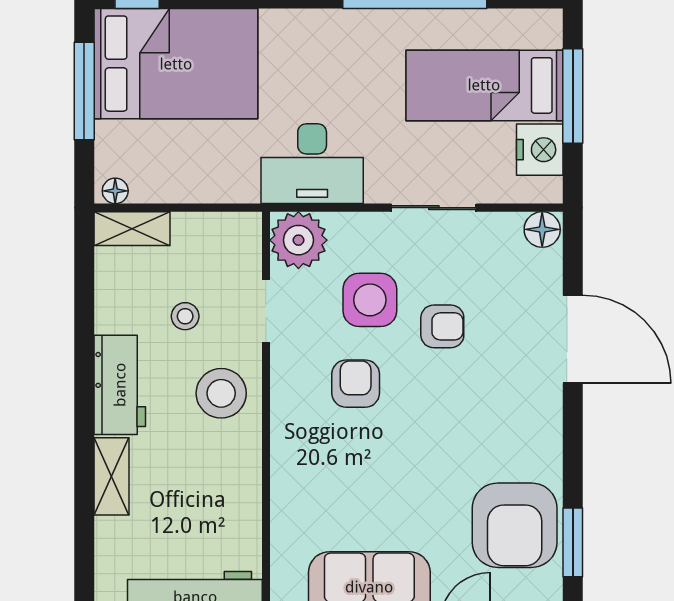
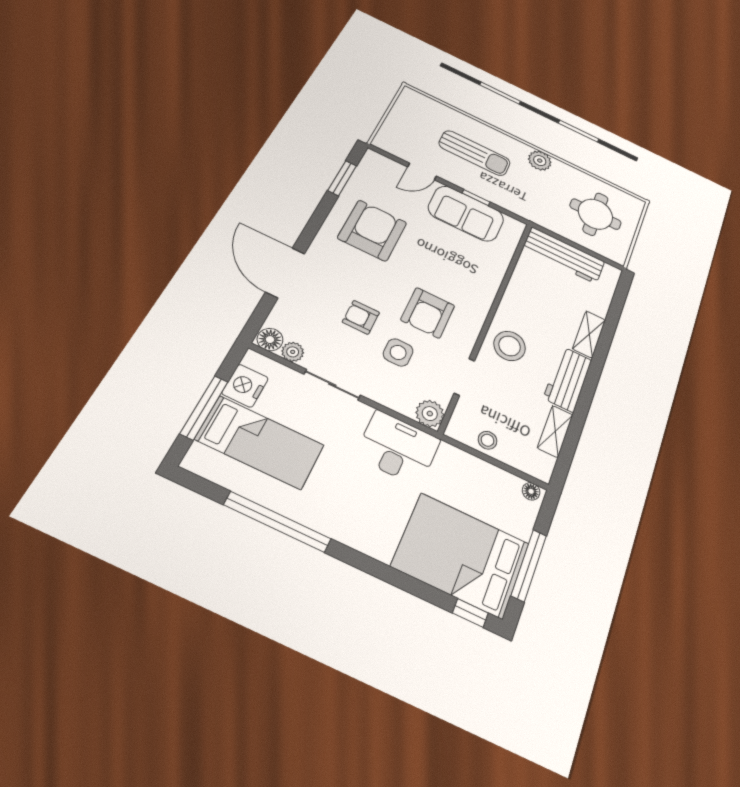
plant: (505, 227) -> (293, 352), added
shelving: (132, 229) -> (555, 431), moved, turned 90
plant: (298, 240) -> (430, 414), width x0.73, depth x0.73
side table: (370, 300) -> (398, 352), width x0.73, depth x0.73
stool: (185, 316) -> (488, 440), moved
armchair: (356, 384) -> (428, 313), width x1.38, depth x1.38
armchair: (515, 525) -> (372, 230), moved

